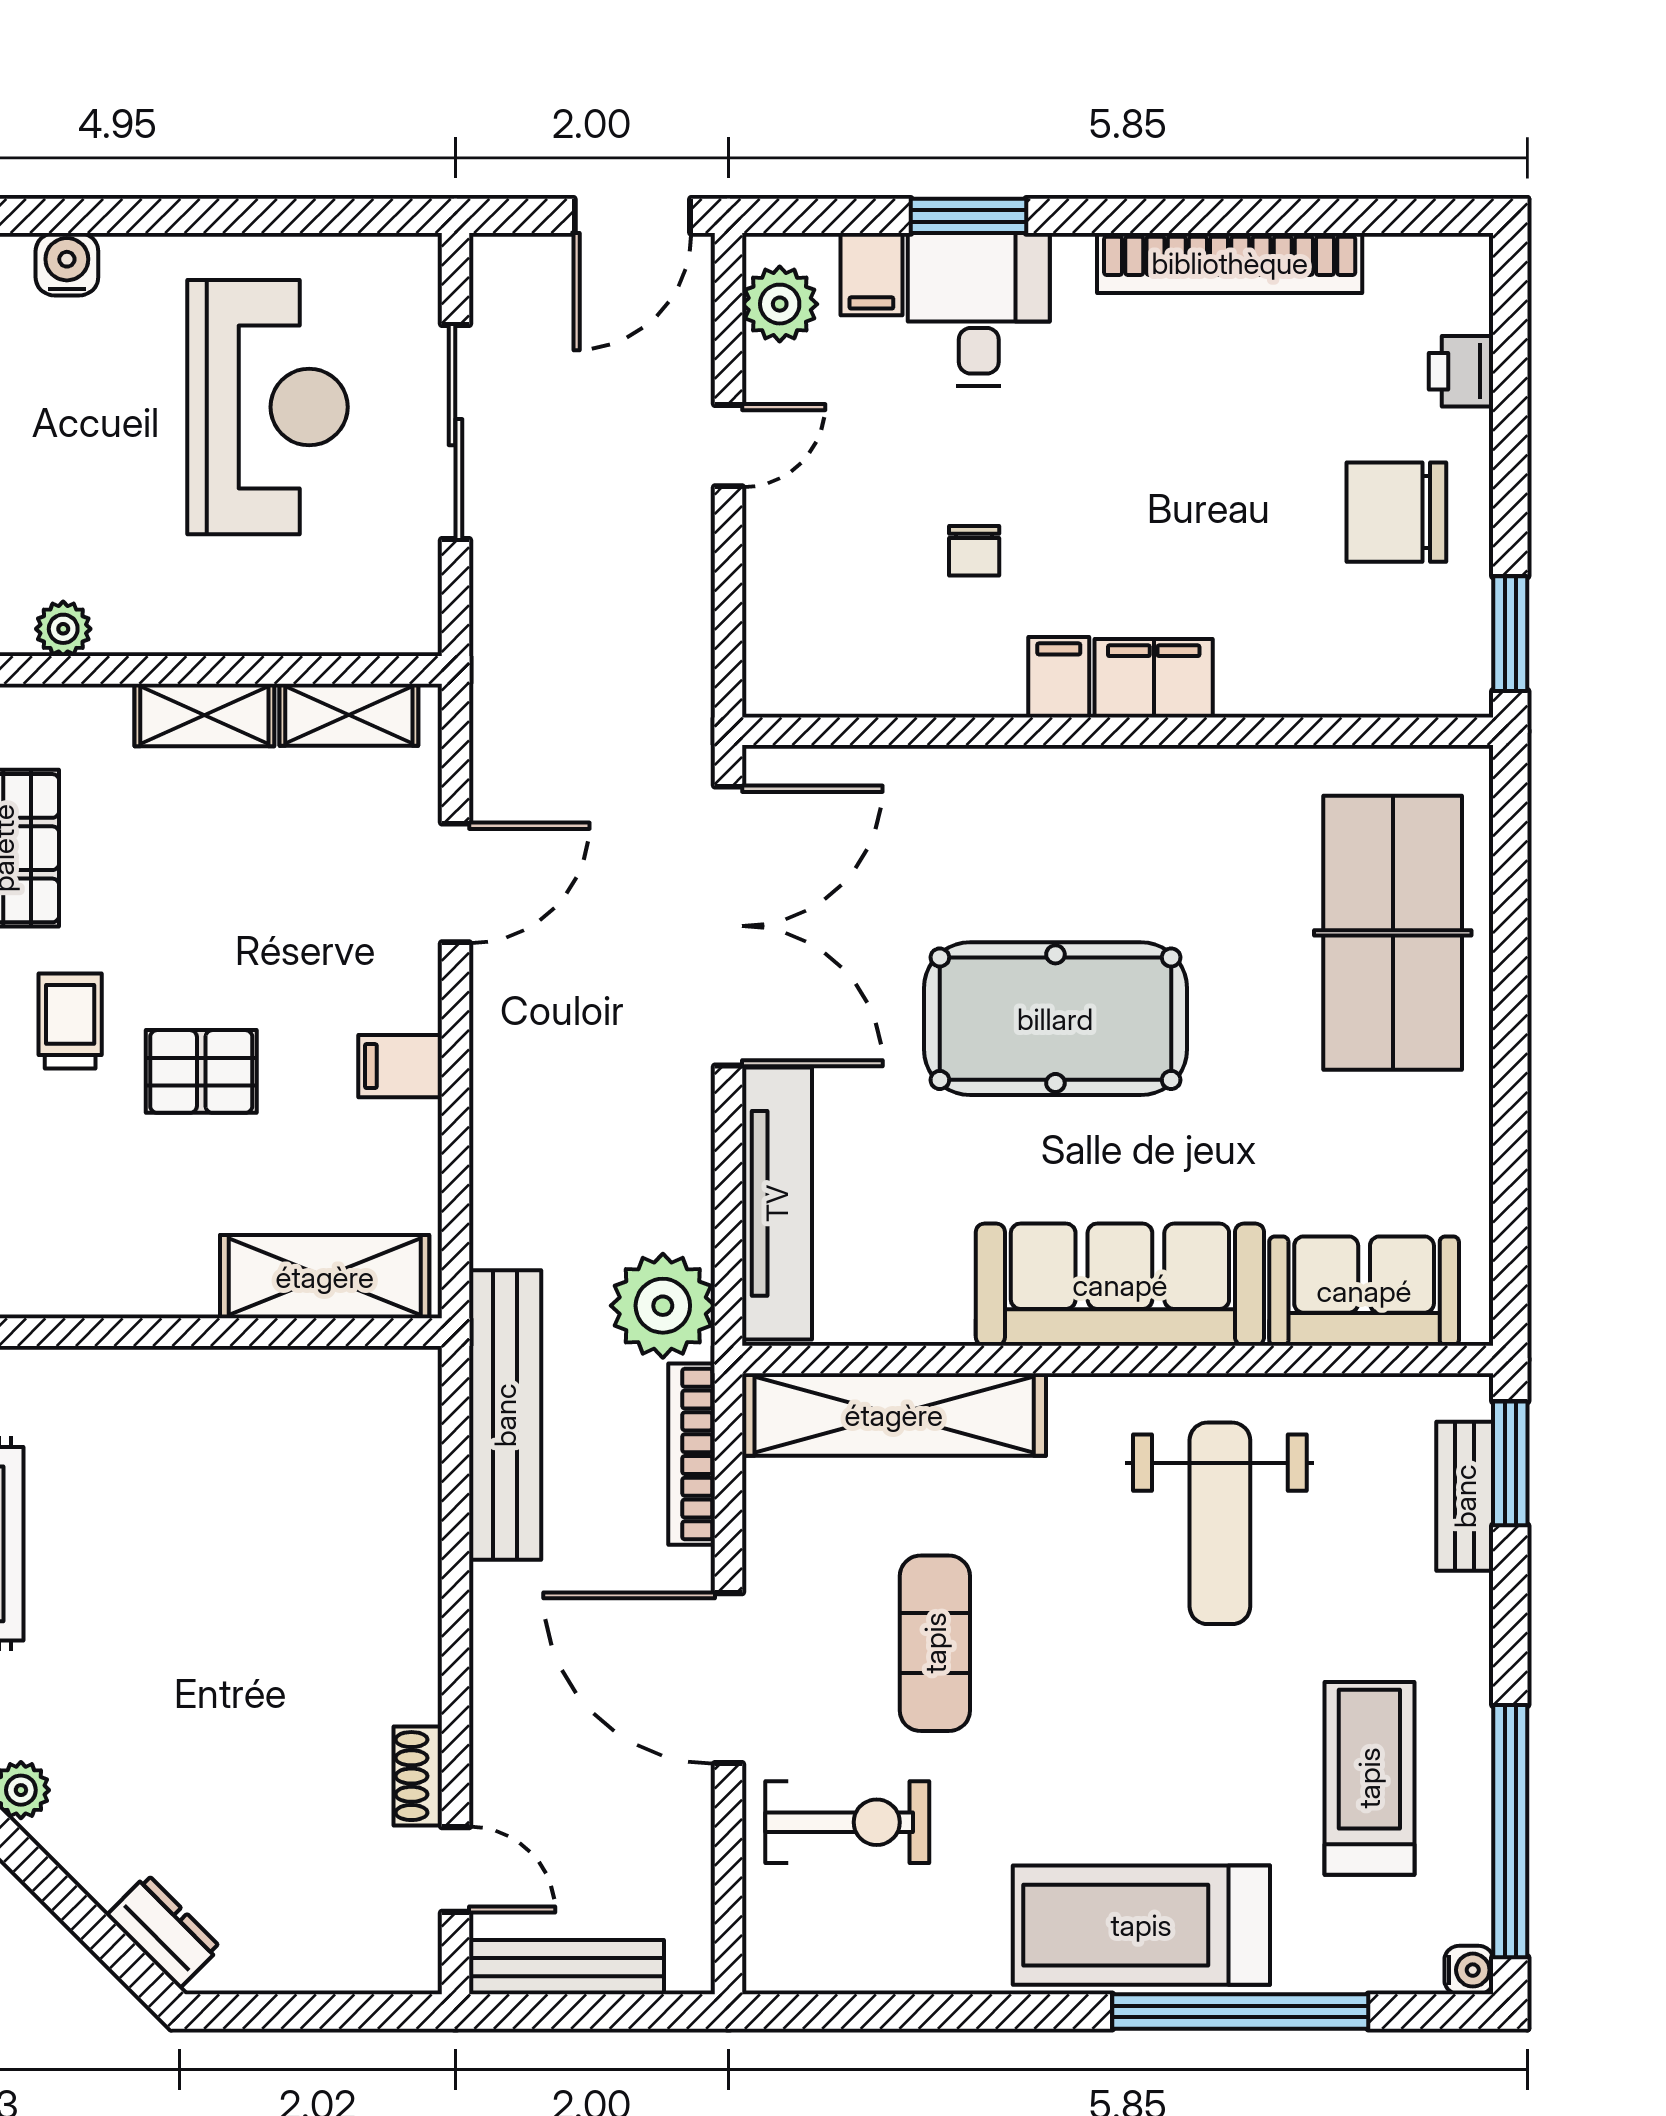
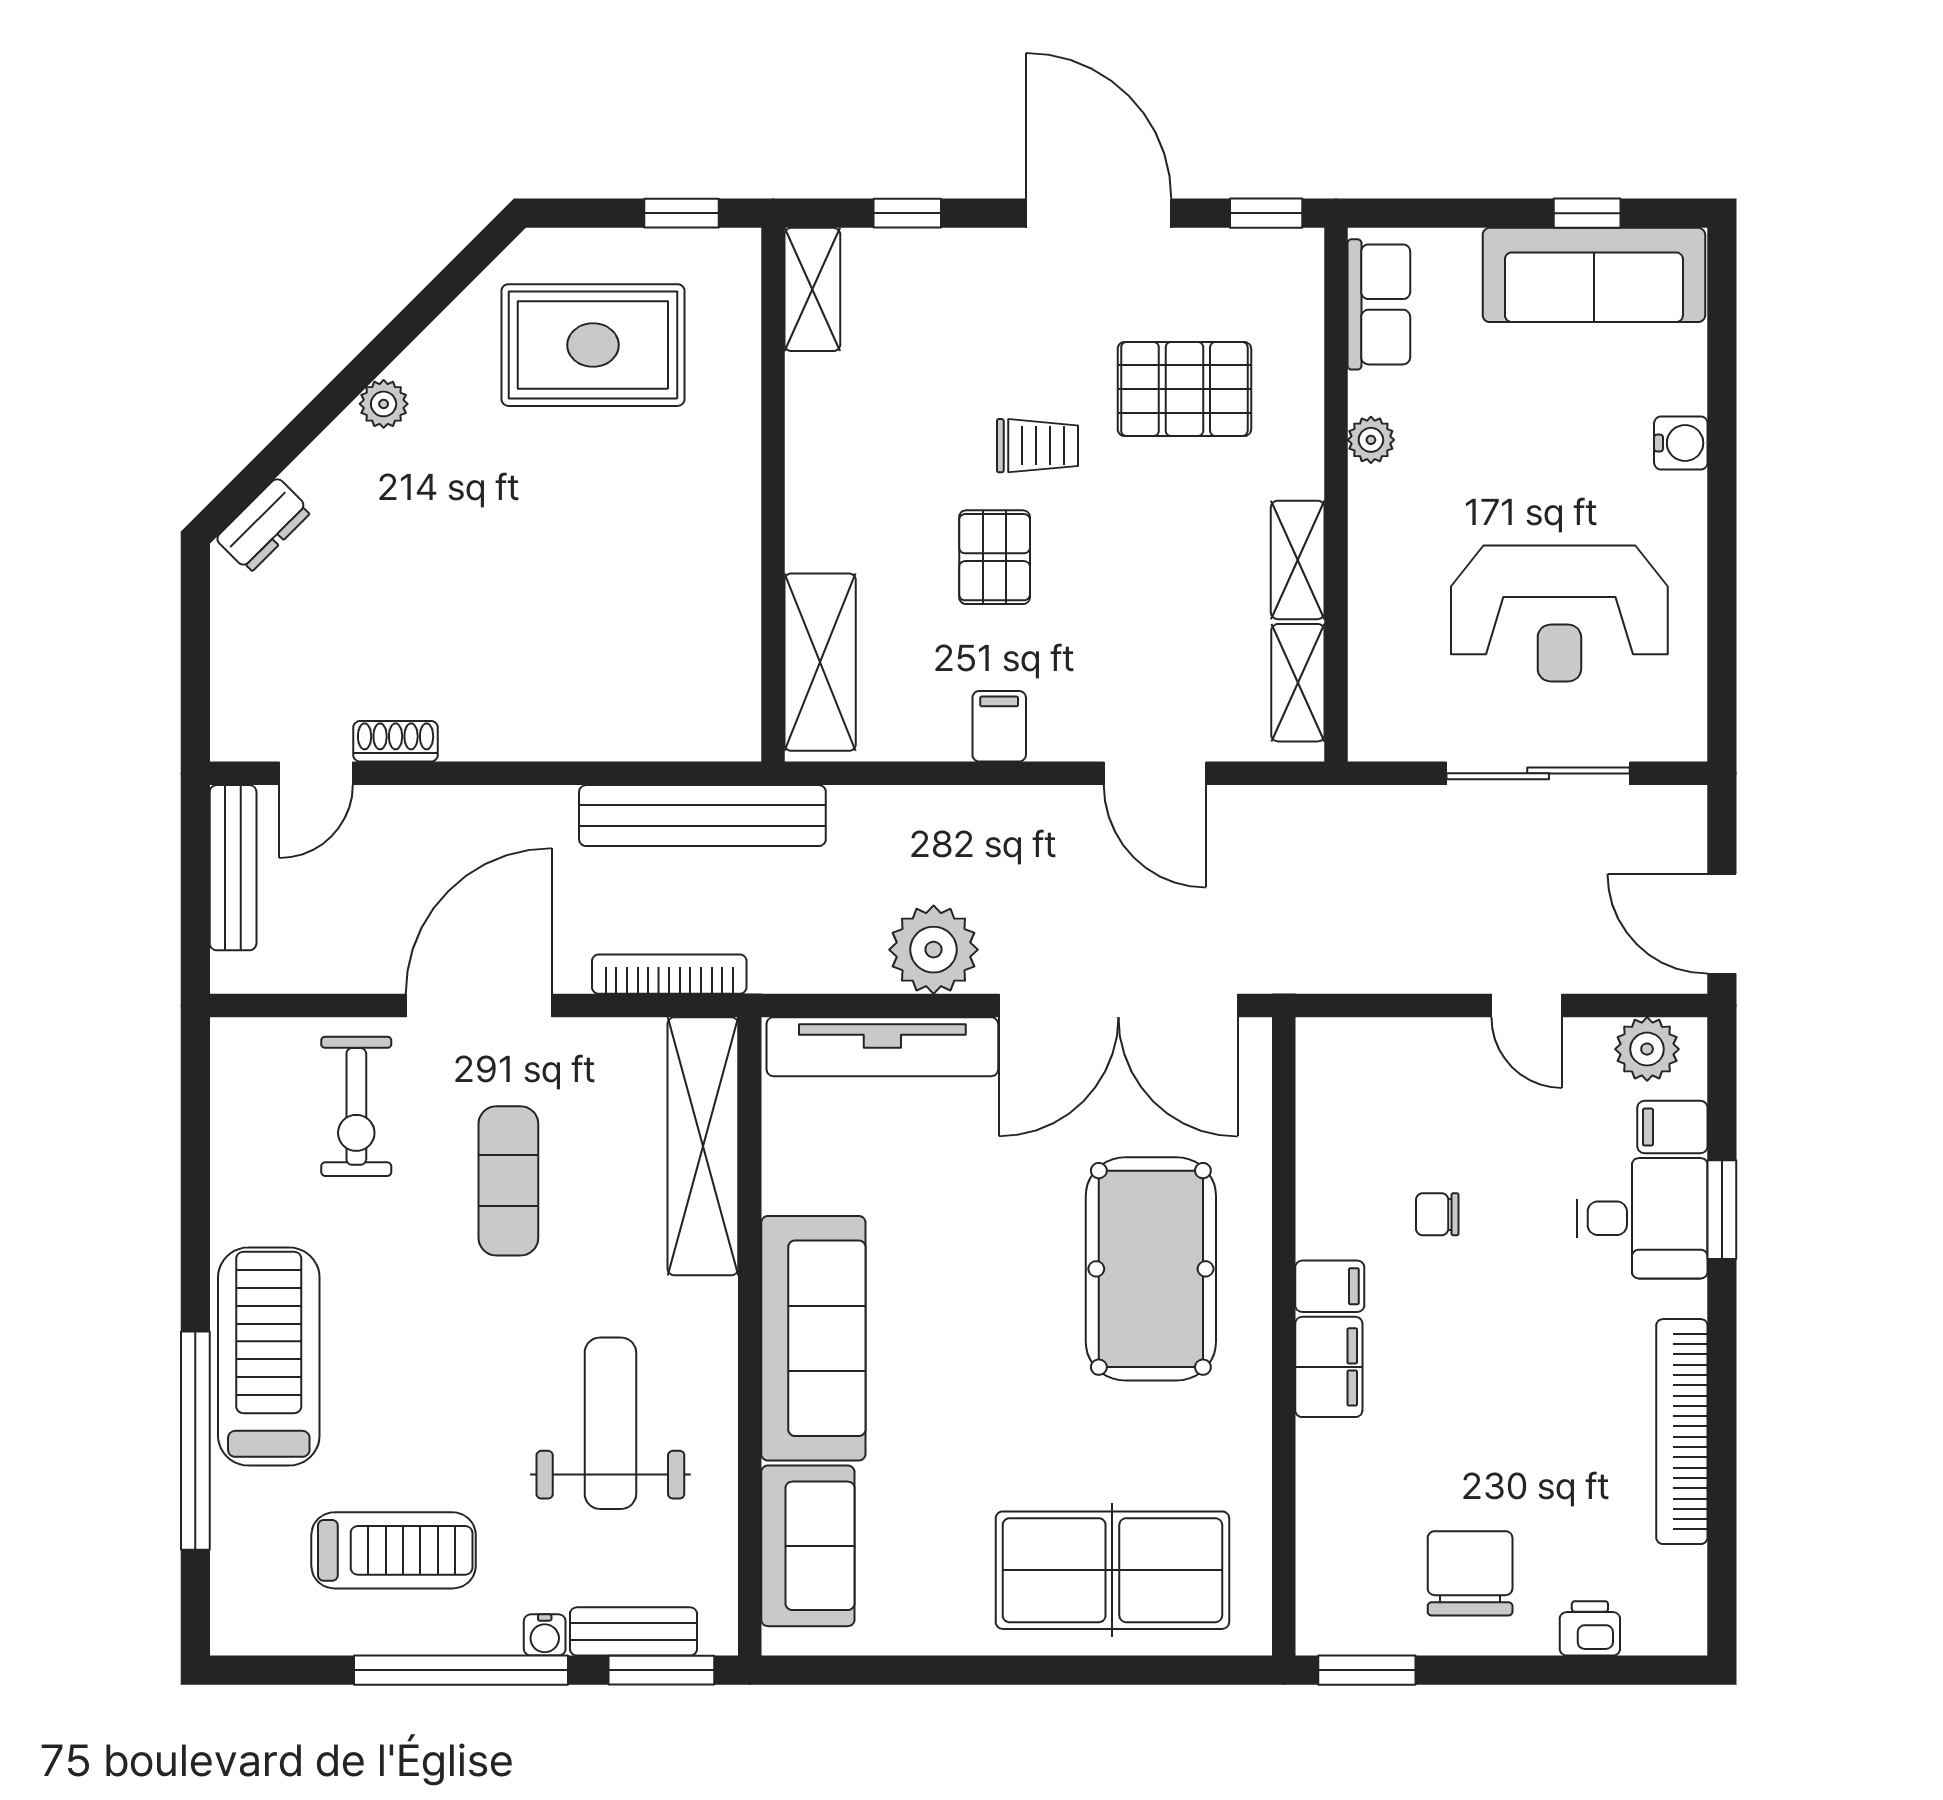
pool table: (1055, 1019) -> (1151, 1269), moved
plant: (663, 1306) -> (934, 950), moved
weight bench: (1220, 1523) -> (610, 1423), turned 90
exercise mat: (935, 1643) -> (508, 1181), turned 90
window: (1510, 1831) -> (461, 1670), moved
water cooler: (1469, 1970) -> (545, 1635), moved

